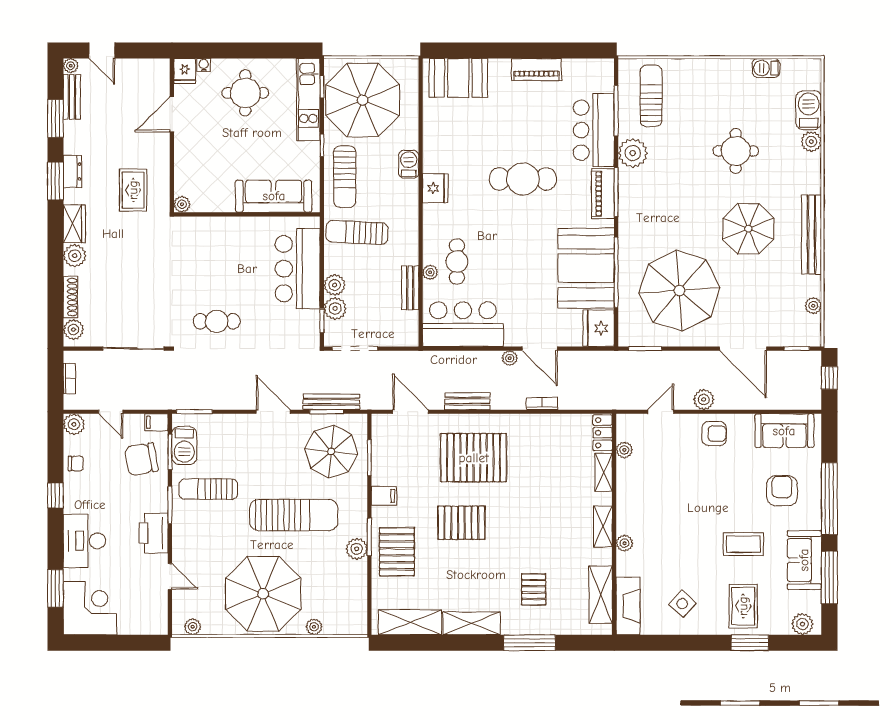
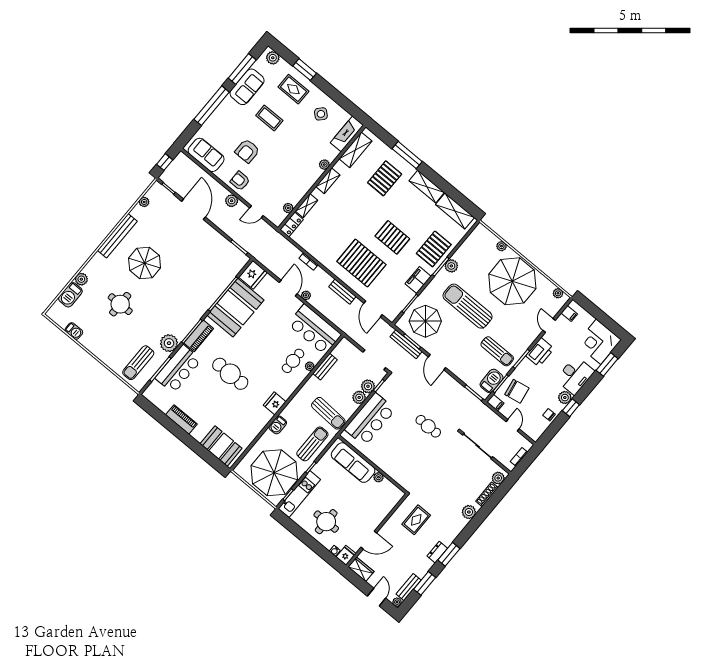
plant: (182, 204) -> (378, 477), moved
wardrobe: (74, 224) -> (361, 569), moved, turned 90
parasol: (679, 291) -> (201, 261), removed
plant: (74, 424) -> (565, 398), moved
armchair: (782, 491) -> (247, 151), moved
filing cabinet: (384, 496) -> (418, 280), width x2.00
pallet: (534, 589) -> (385, 178), width x1.50, depth x1.42
rug: (743, 606) -> (293, 89), turned 90
filing cabinet: (157, 613) -> (569, 314), added

